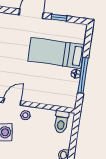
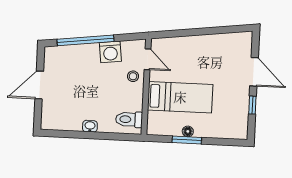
bed: (56, 53) -> (180, 97), moved, turned 90
window: (83, 75) -> (187, 140), width x0.69

